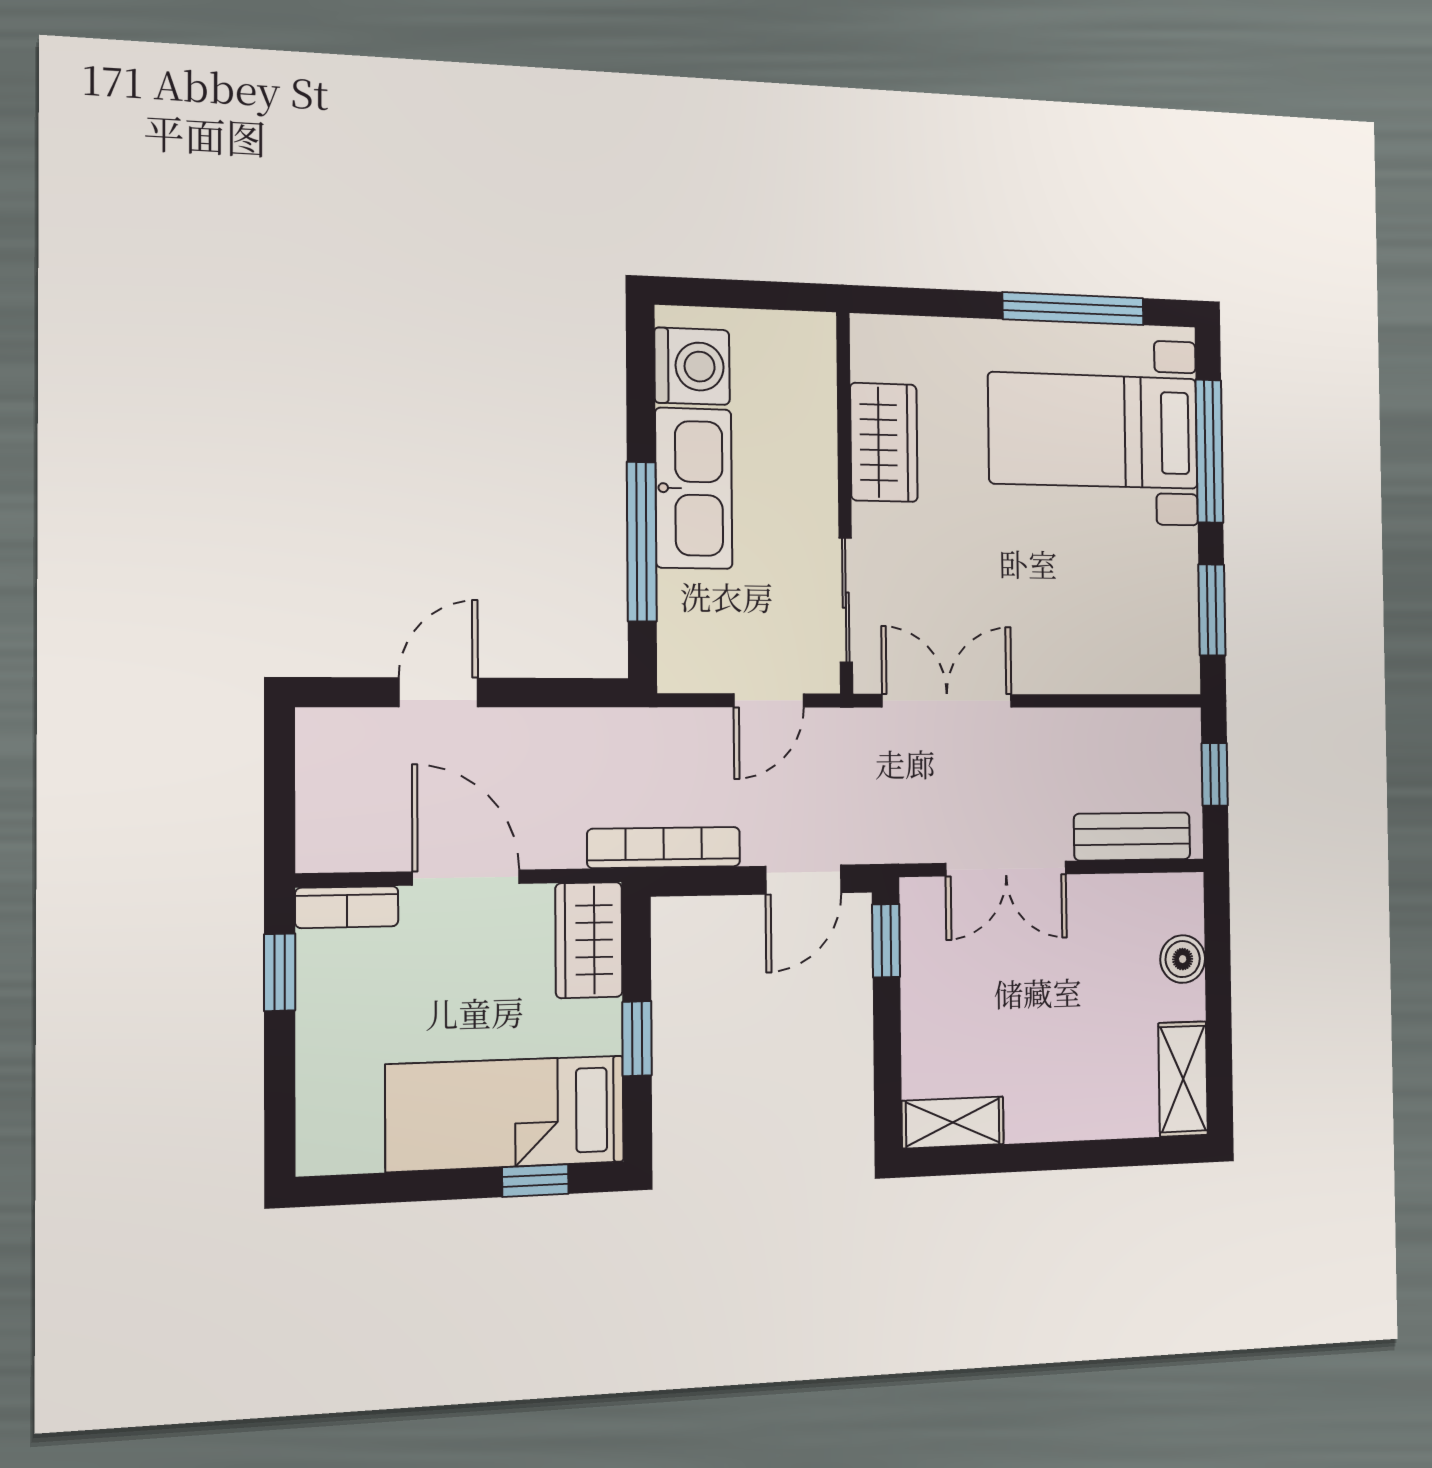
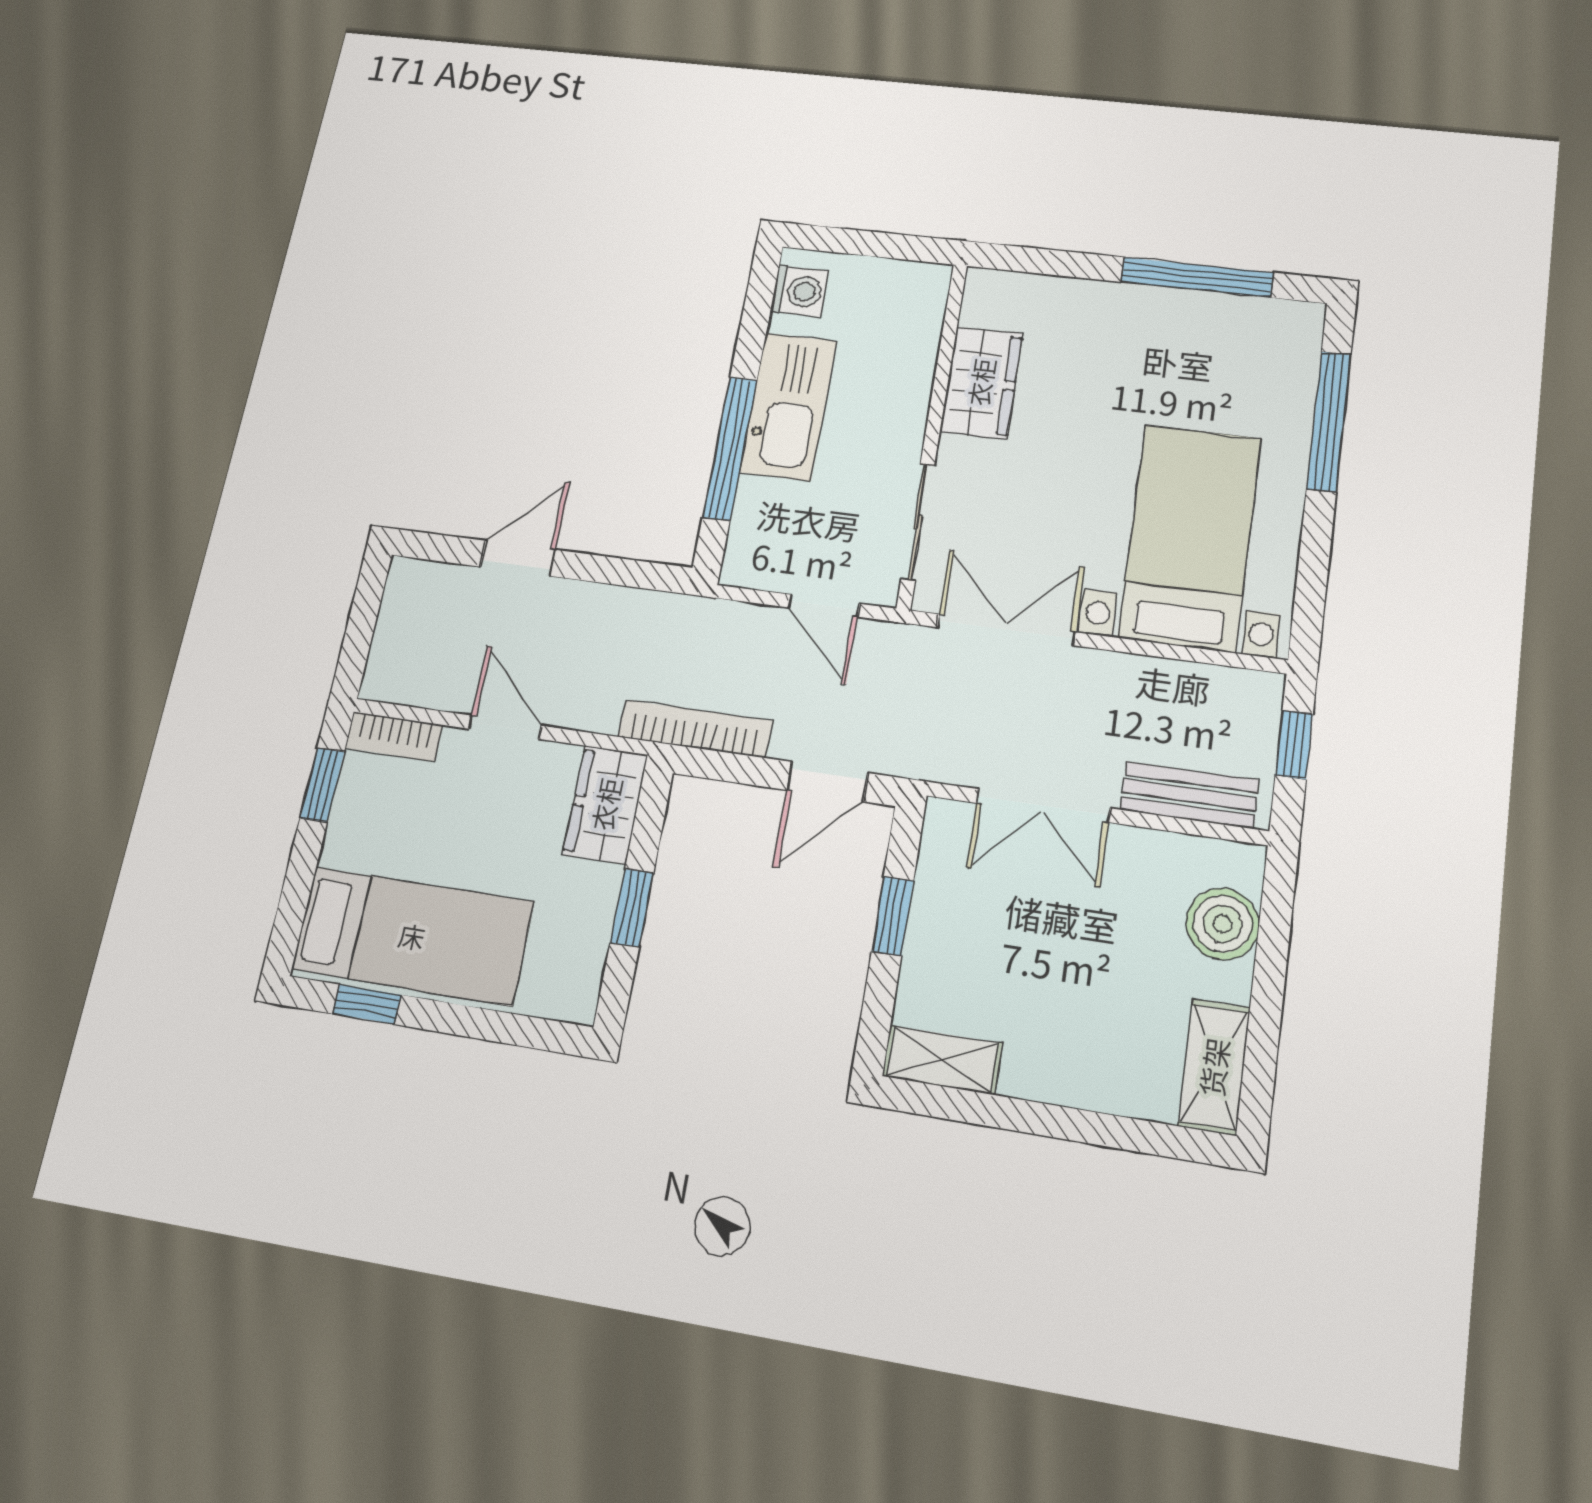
washing machine: (692, 366) -> (799, 291), width x0.73, depth x0.73
bed with nightstands: (1094, 431) -> (1190, 537), moved, turned 90
window: (1212, 610) -> (1312, 577), removed
door: (769, 700) -> (824, 606), hinge flipped
door: (466, 878) -> (505, 727), width x0.73
window: (886, 941) -> (893, 916), moved
boiler: (1183, 959) -> (1222, 924), width x1.36, depth x1.36
bed: (506, 1113) -> (412, 936), moved, turned 180
window: (535, 1181) -> (367, 1004), moved

